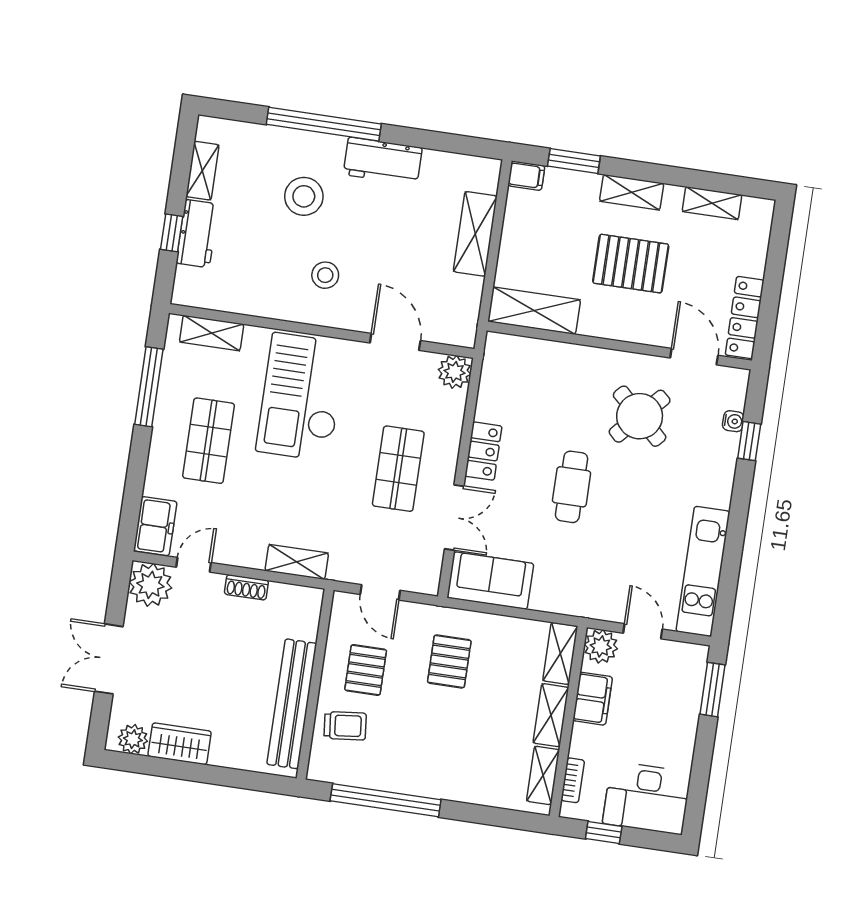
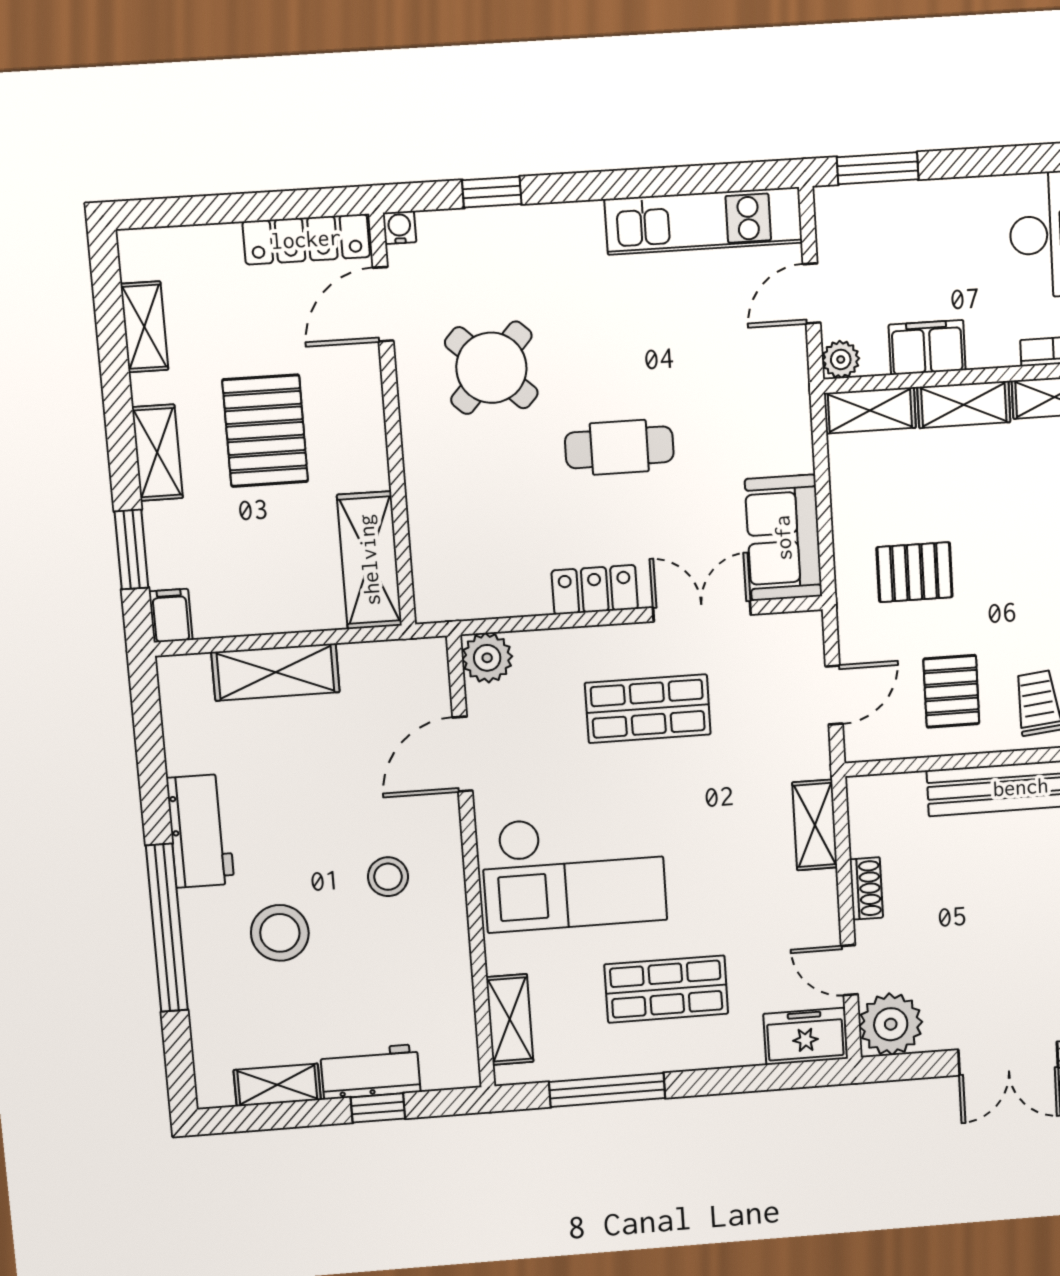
water cooler: (733, 421) -> (399, 228), moved
plant: (601, 646) -> (841, 359), width x0.73, depth x0.73
pallet: (366, 670) -> (951, 691), turned 90

